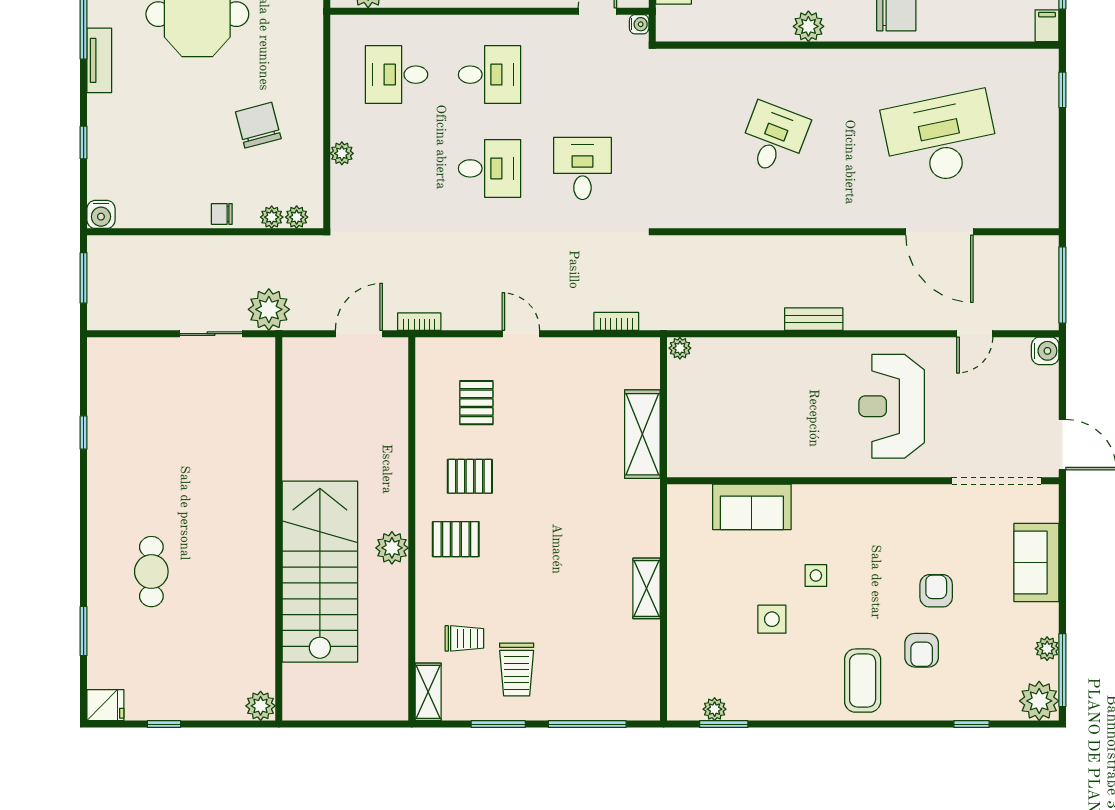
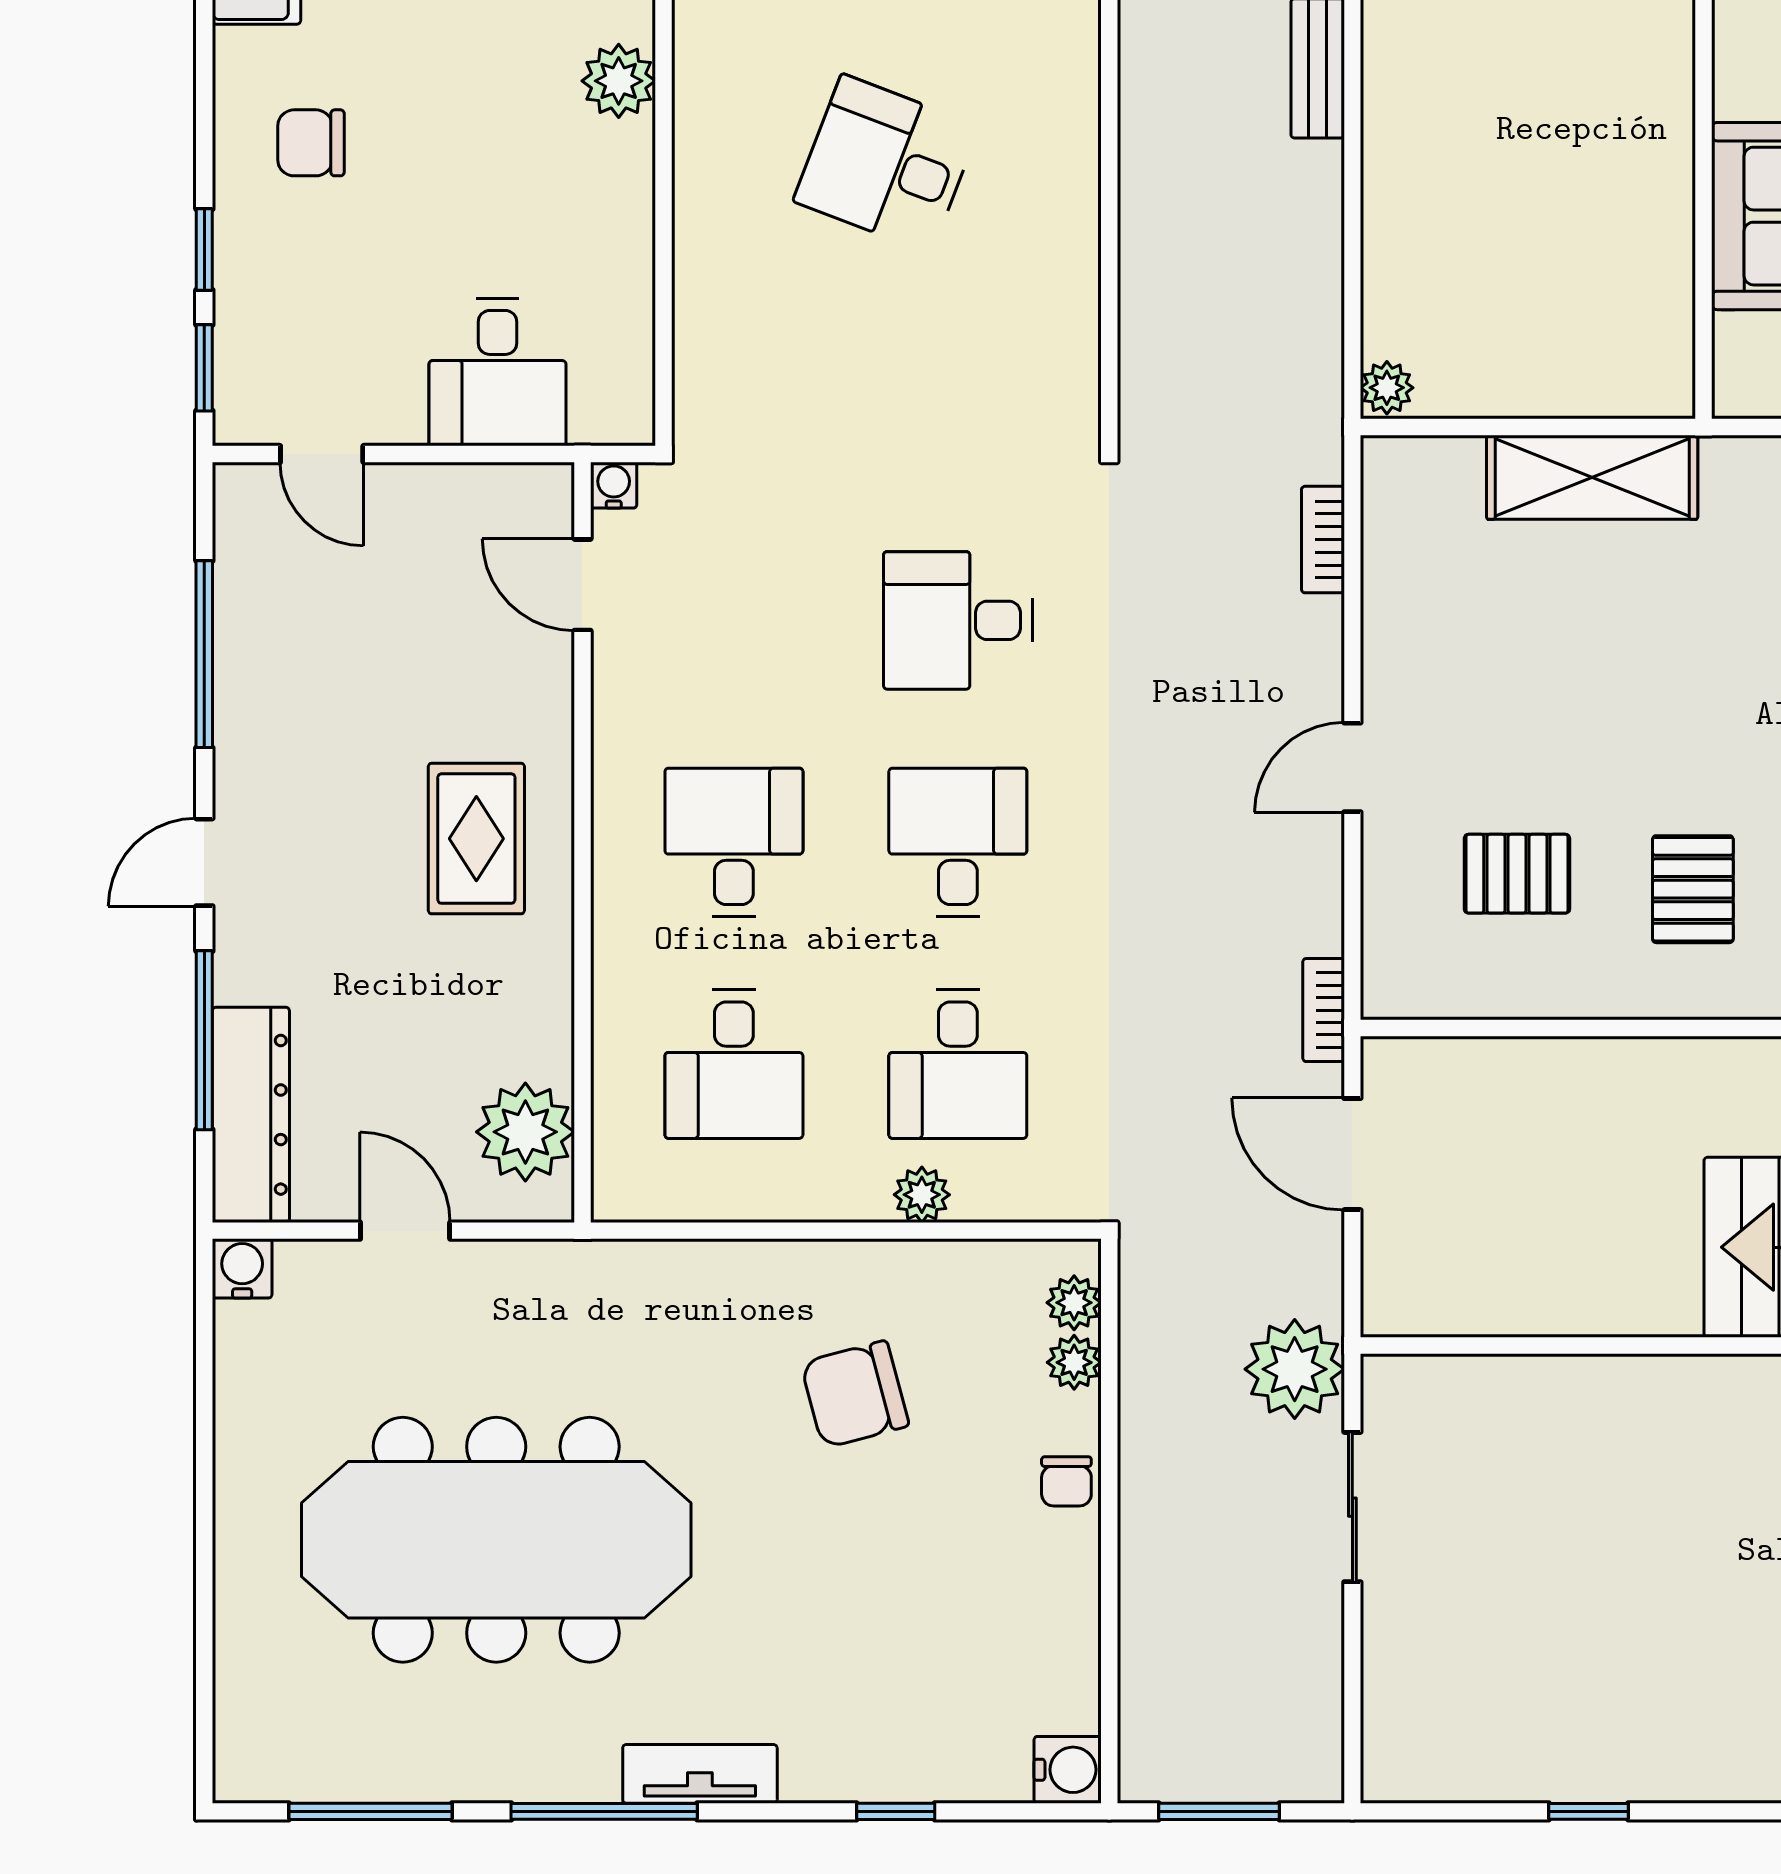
desk: (397, 168) -> (958, 1064), added

